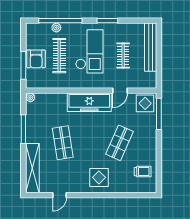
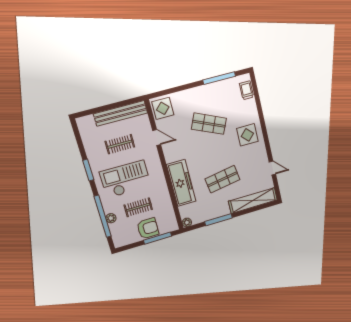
bench: (151, 47) -> (121, 113), moved
clothes rail: (59, 56) -> (138, 207), width x0.73
freezer: (89, 102) -> (181, 183), moved
window: (159, 114) -> (219, 78), moved
trolley: (143, 172) -> (246, 90), moved

